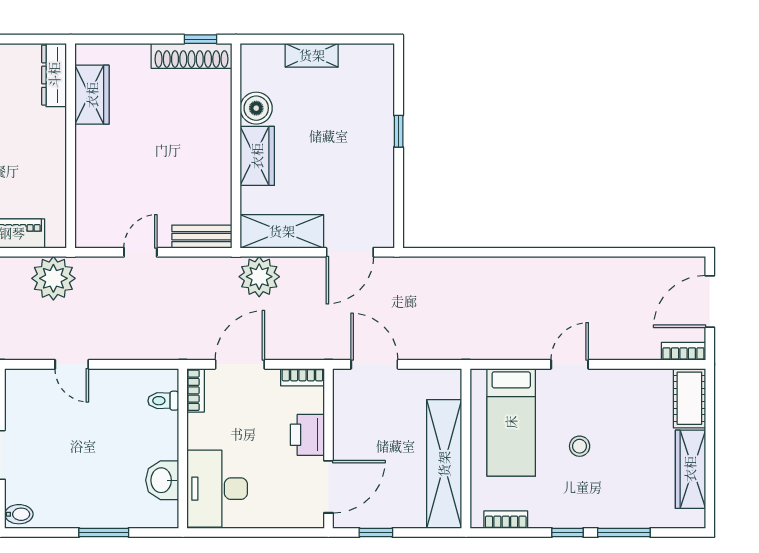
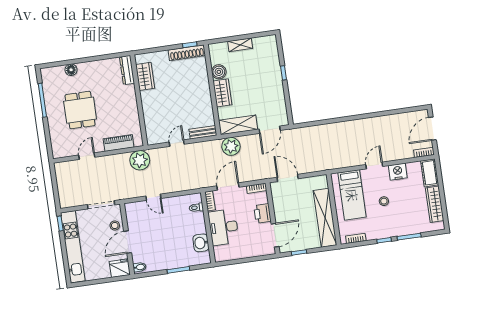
nightstand: (619, 385) -> (398, 172), added
desk: (217, 489) -> (224, 227), moved

